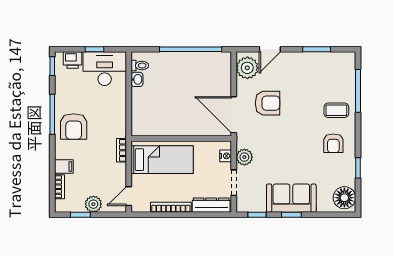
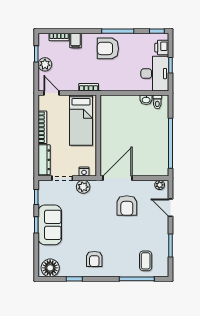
plant: (247, 68) -> (160, 185), width x0.53, depth x0.53
coffee table: (336, 110) -> (146, 261), moved
armchair: (333, 143) -> (94, 259), turned -90

